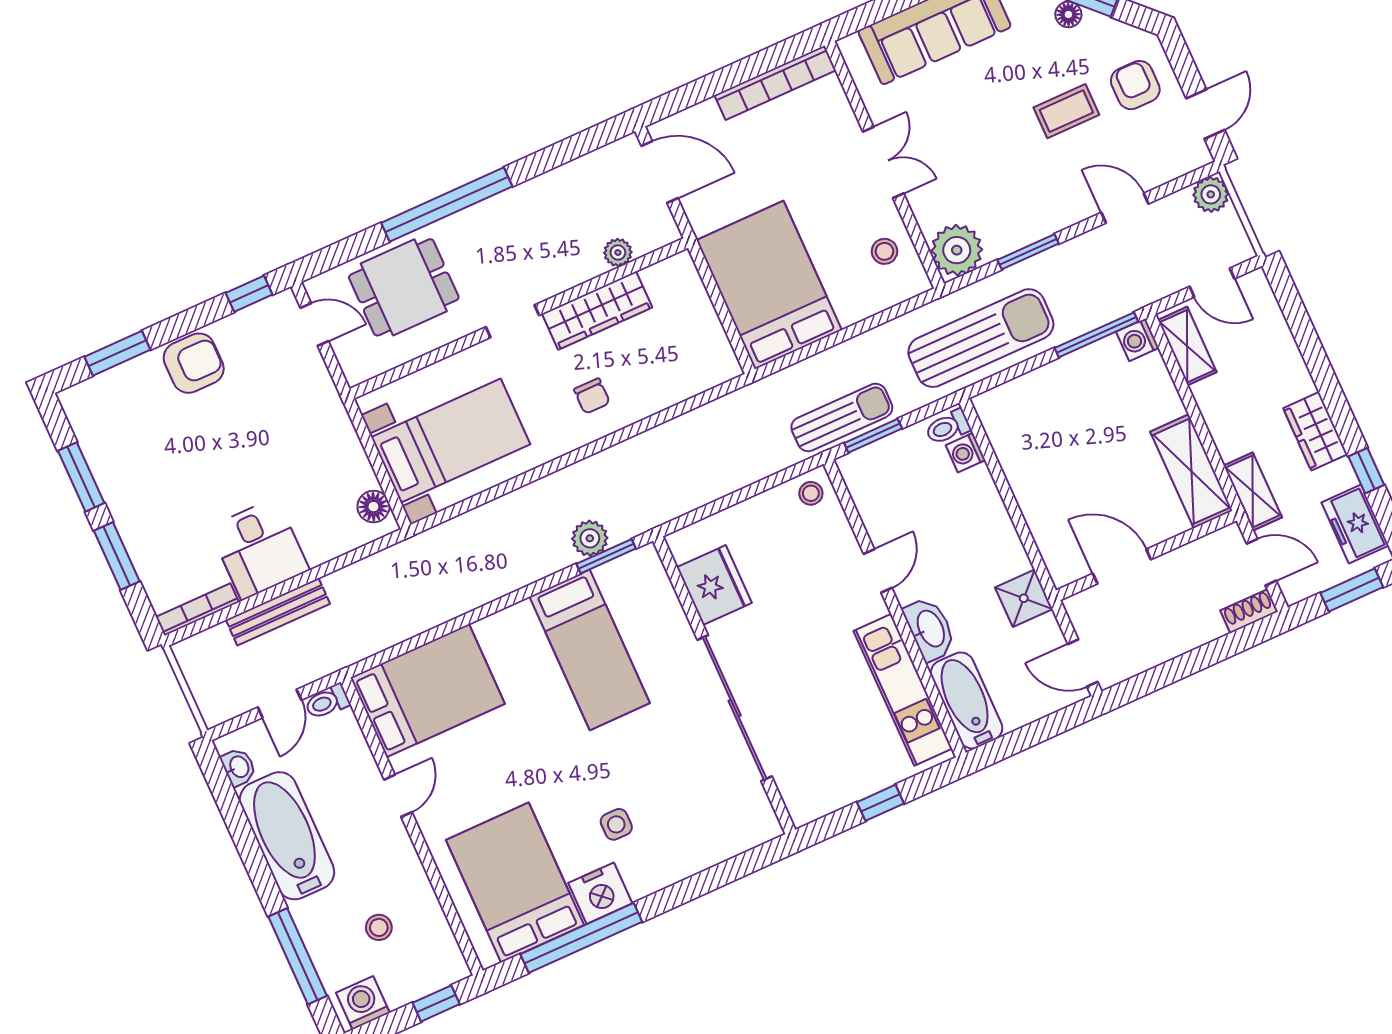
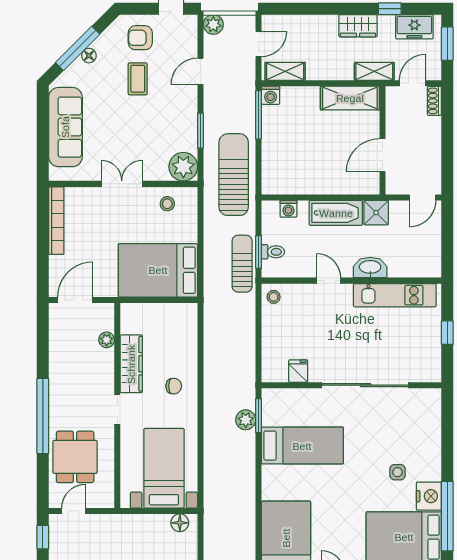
toilet: (948, 427) -> (273, 252), moved, turned -90
fridge: (714, 585) -> (298, 371), width x0.53, depth x0.75
bathtub: (967, 700) -> (336, 213), moved, turned 180

